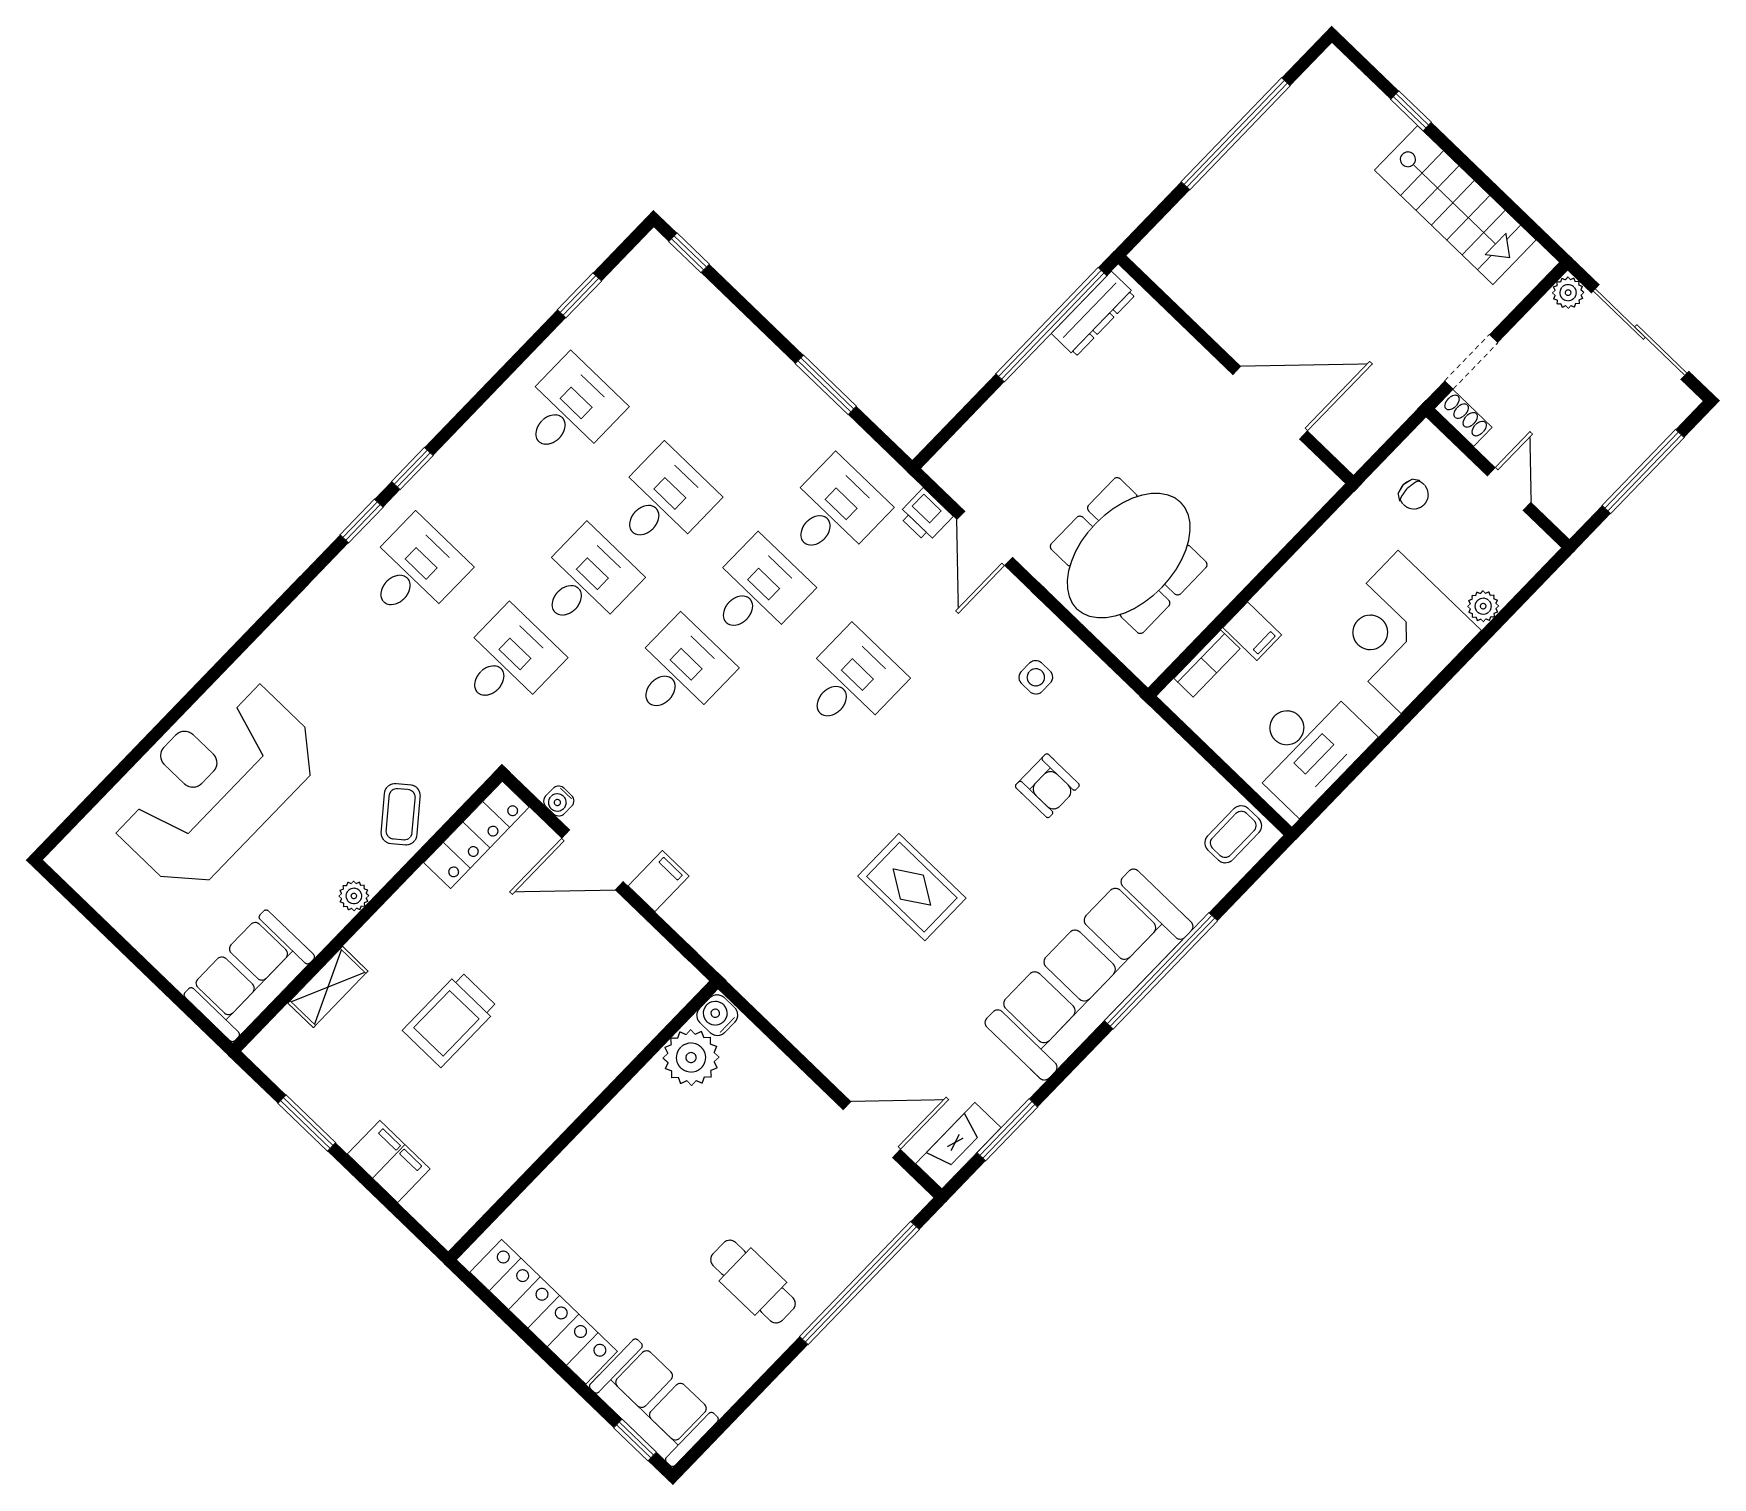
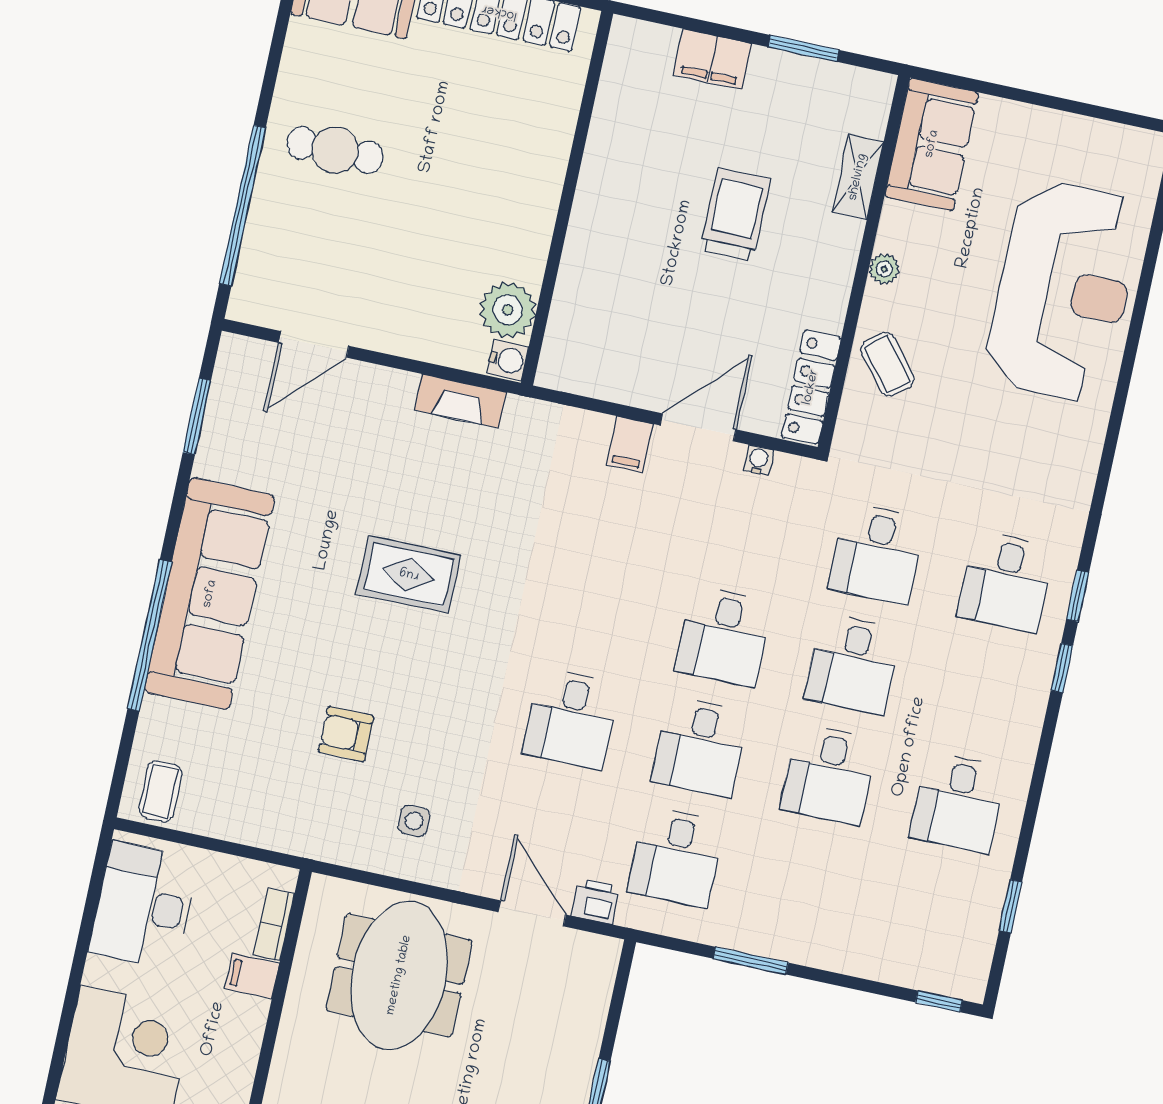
fireplace: (958, 1146) -> (460, 401), moved, turned 90

